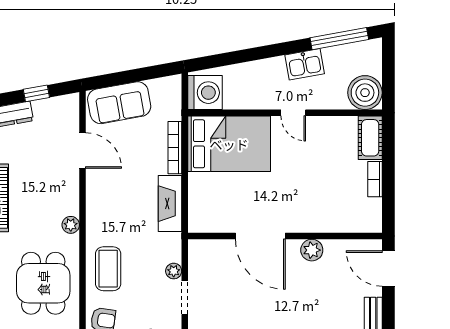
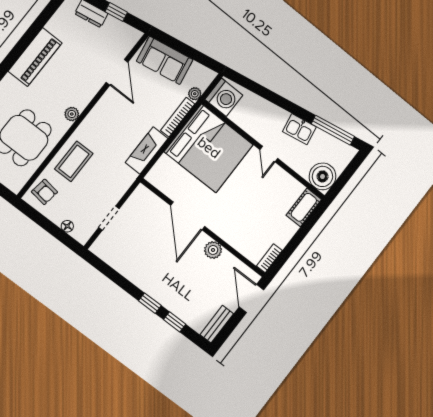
bed: (229, 144) -> (209, 148), width x1.36
bookcase: (375, 179) -> (269, 258), moved
plant: (174, 271) -> (195, 94), moved

